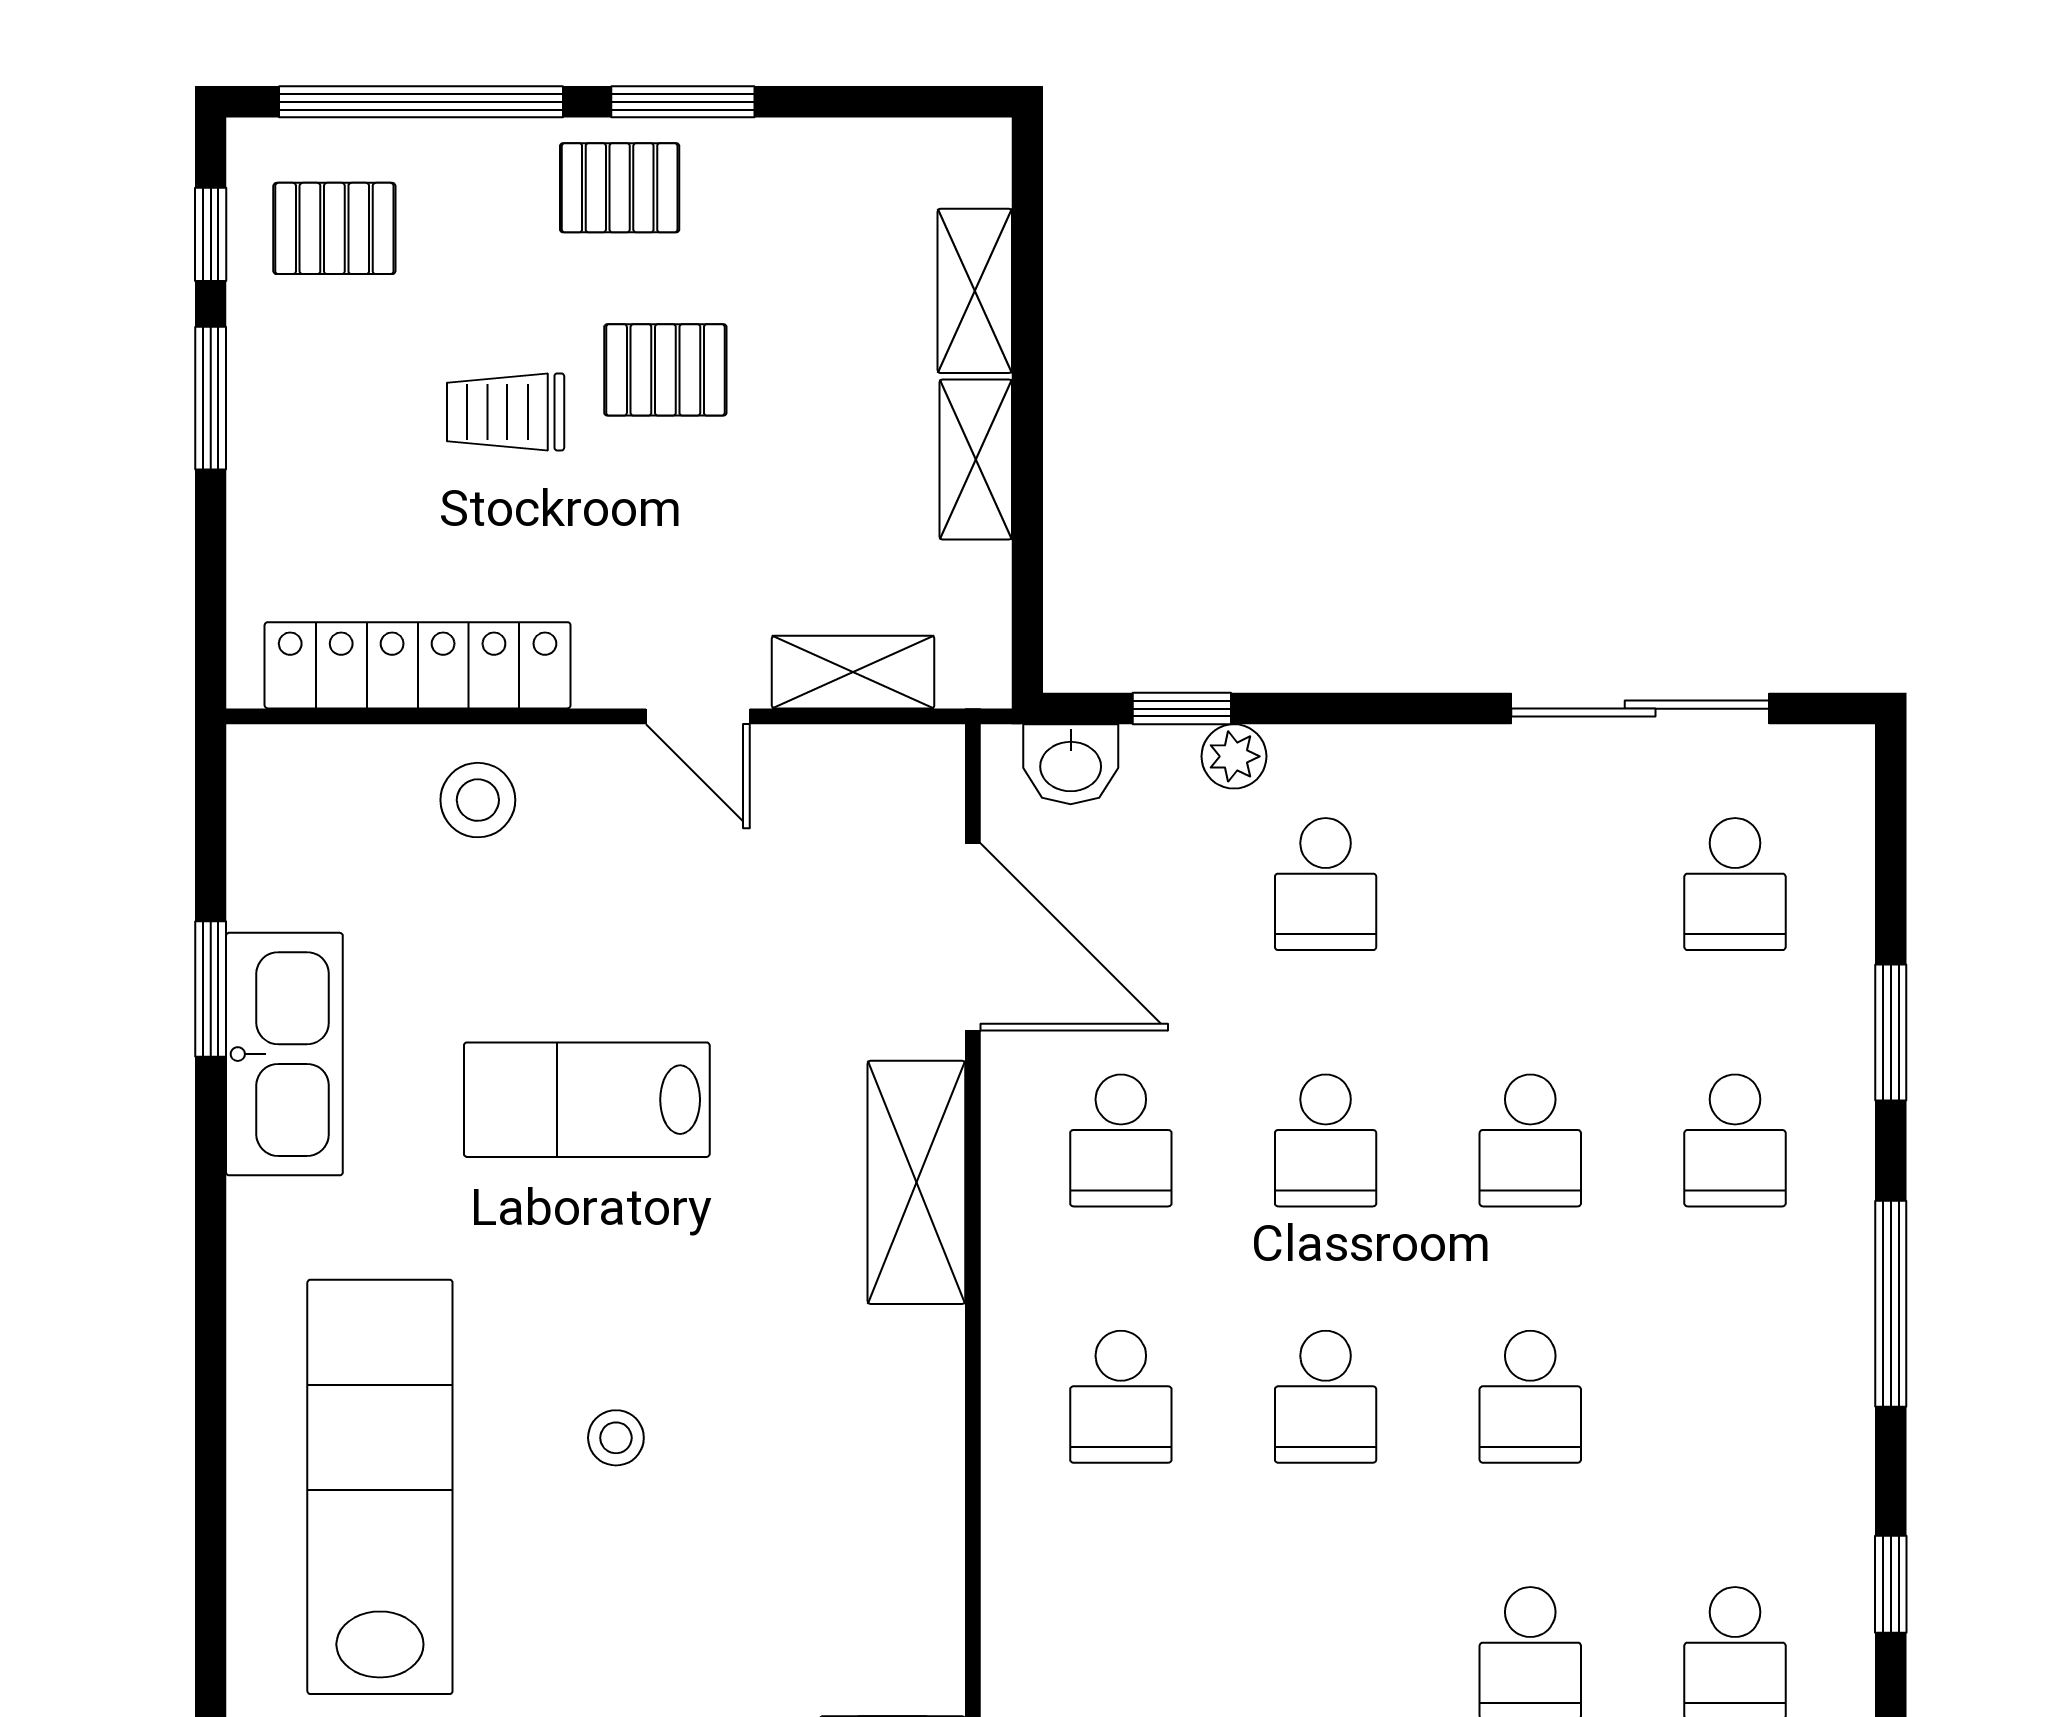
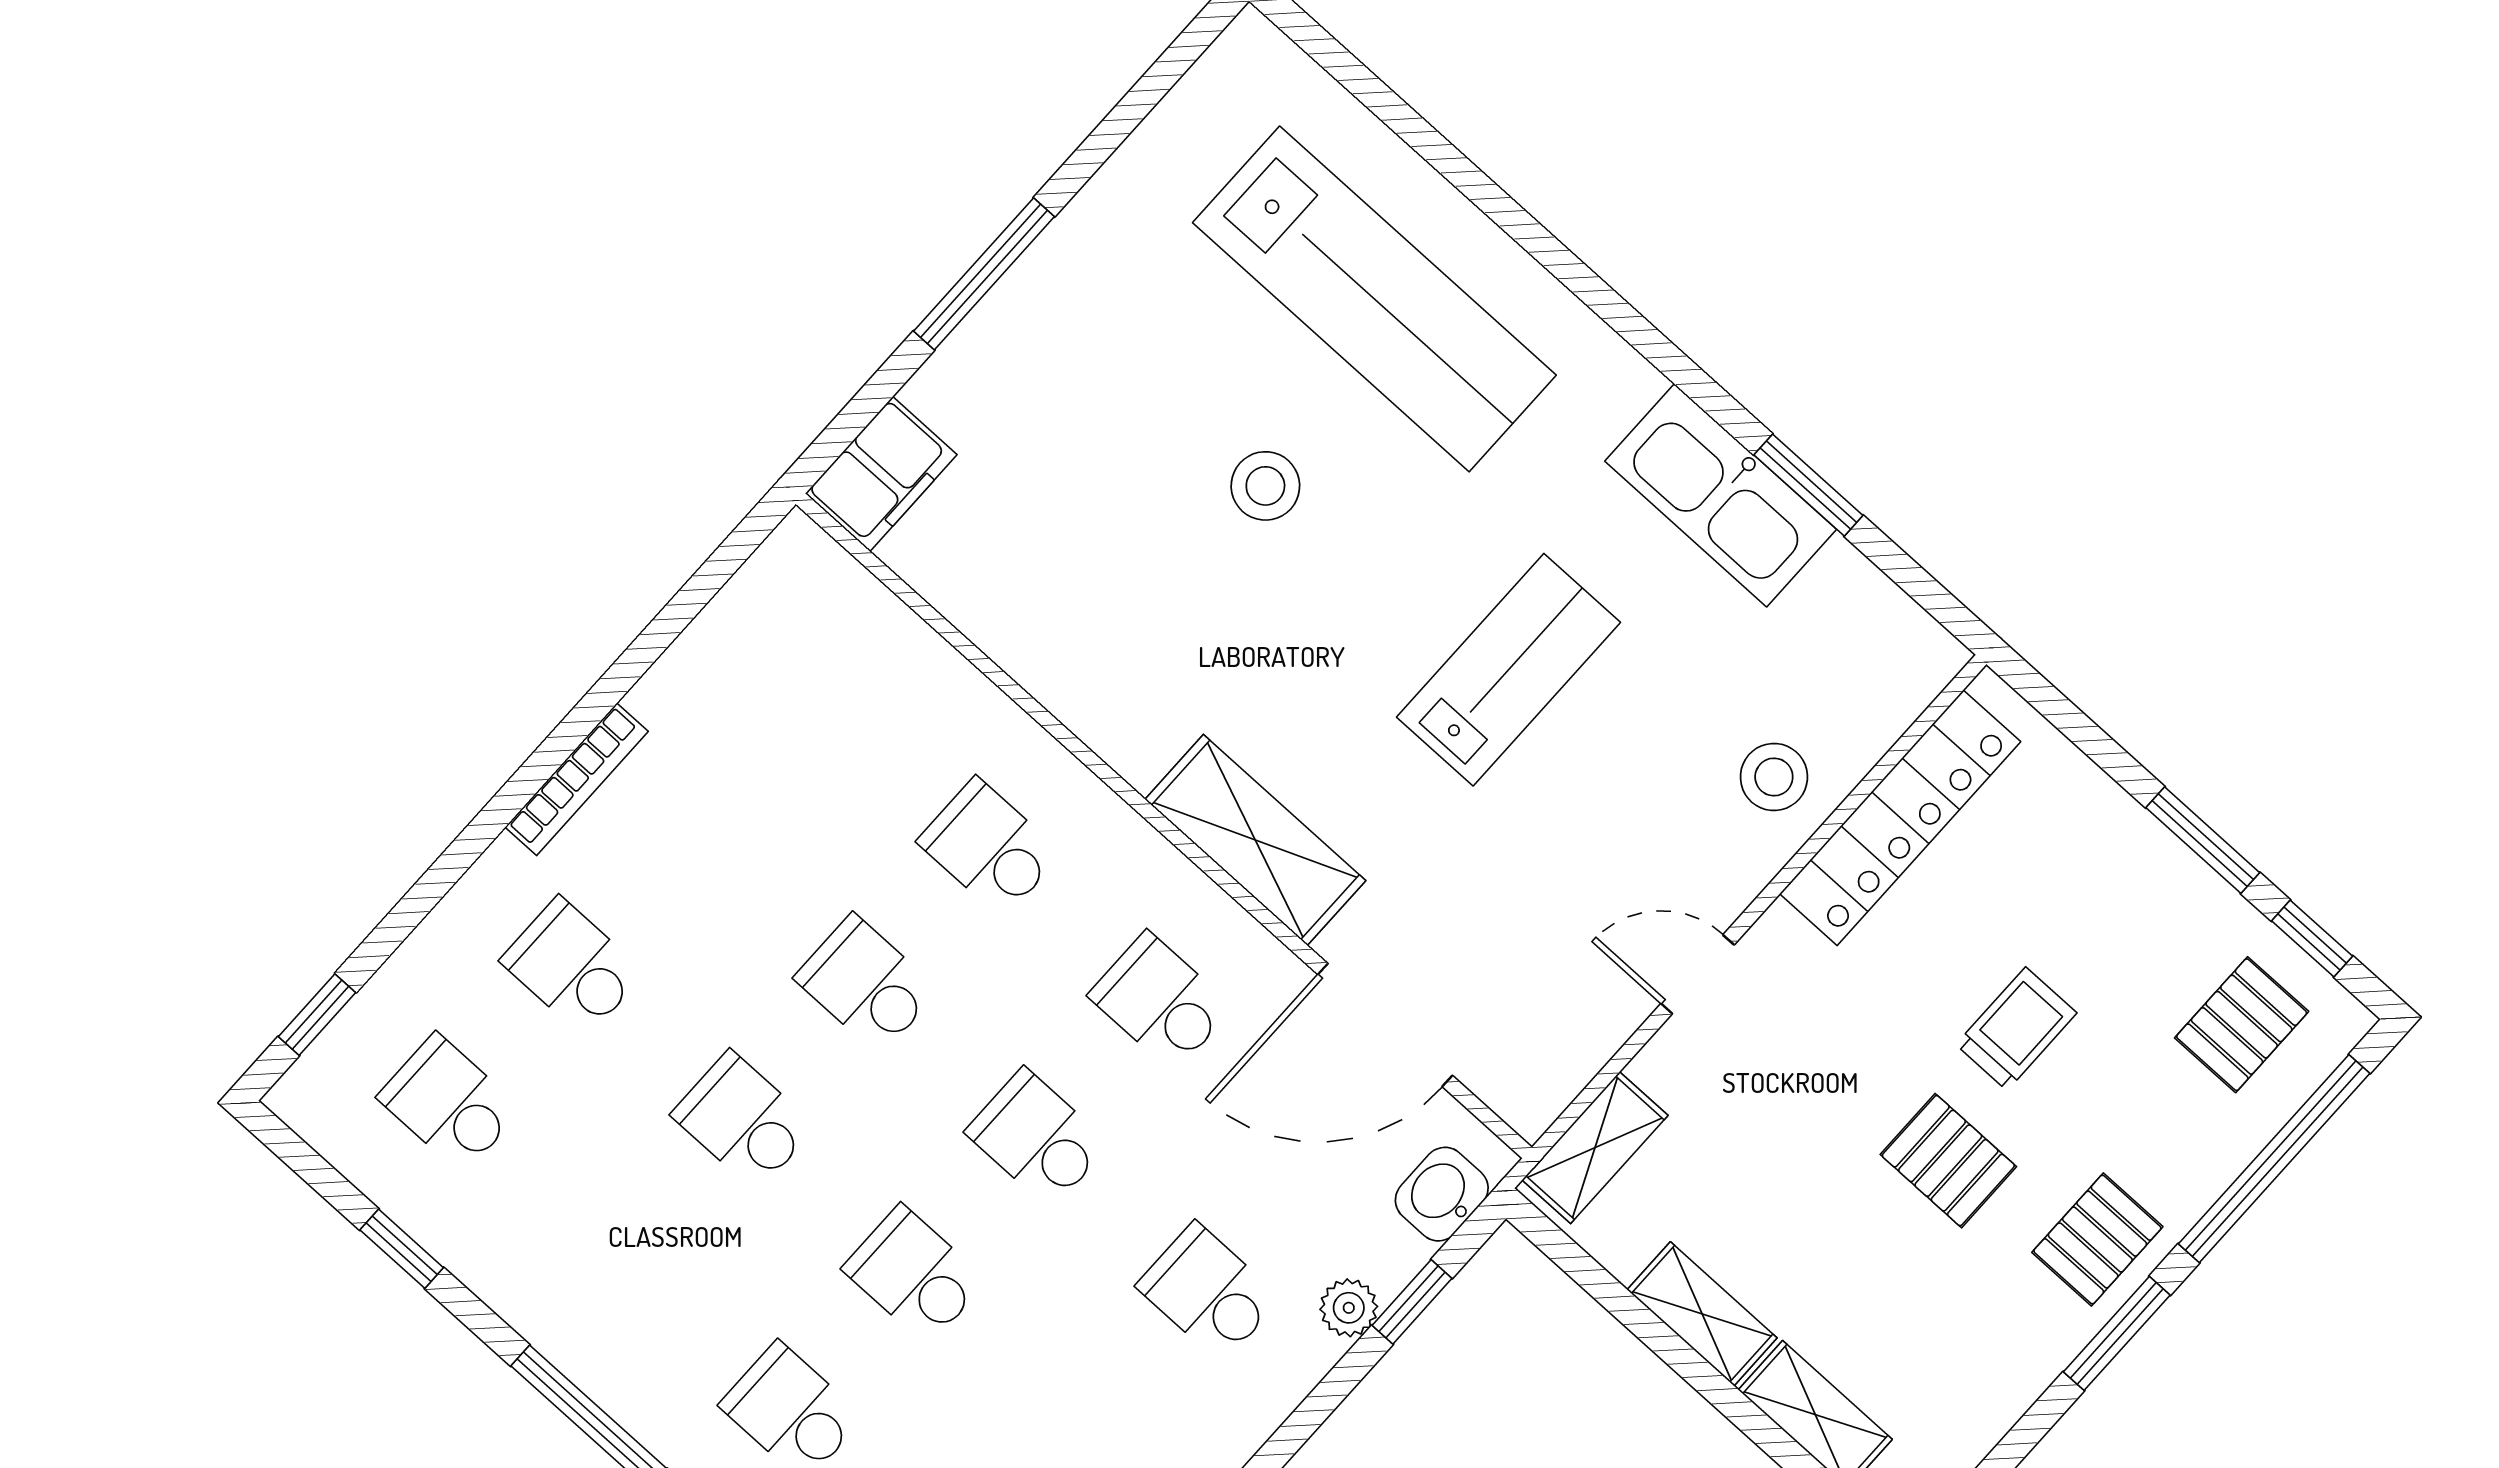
pallet: (665, 370) -> (1948, 1161), turned 90
shelving: (853, 672) -> (1595, 1148), moved
stool: (616, 1438) -> (1265, 486), width x1.37, depth x1.37

